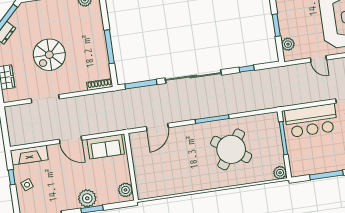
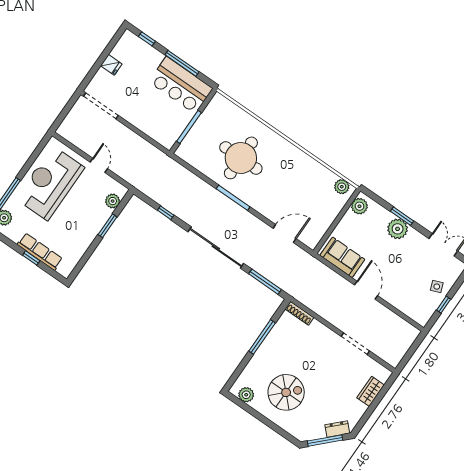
spiral stairs: (49, 55) -> (286, 392), moved
bar counter: (311, 121) -> (181, 85), moved, turned 180
round table: (231, 149) -> (241, 158), turned -35
fireplace: (29, 155) -> (412, 309), removed
plant: (280, 173) -> (342, 187), moved

